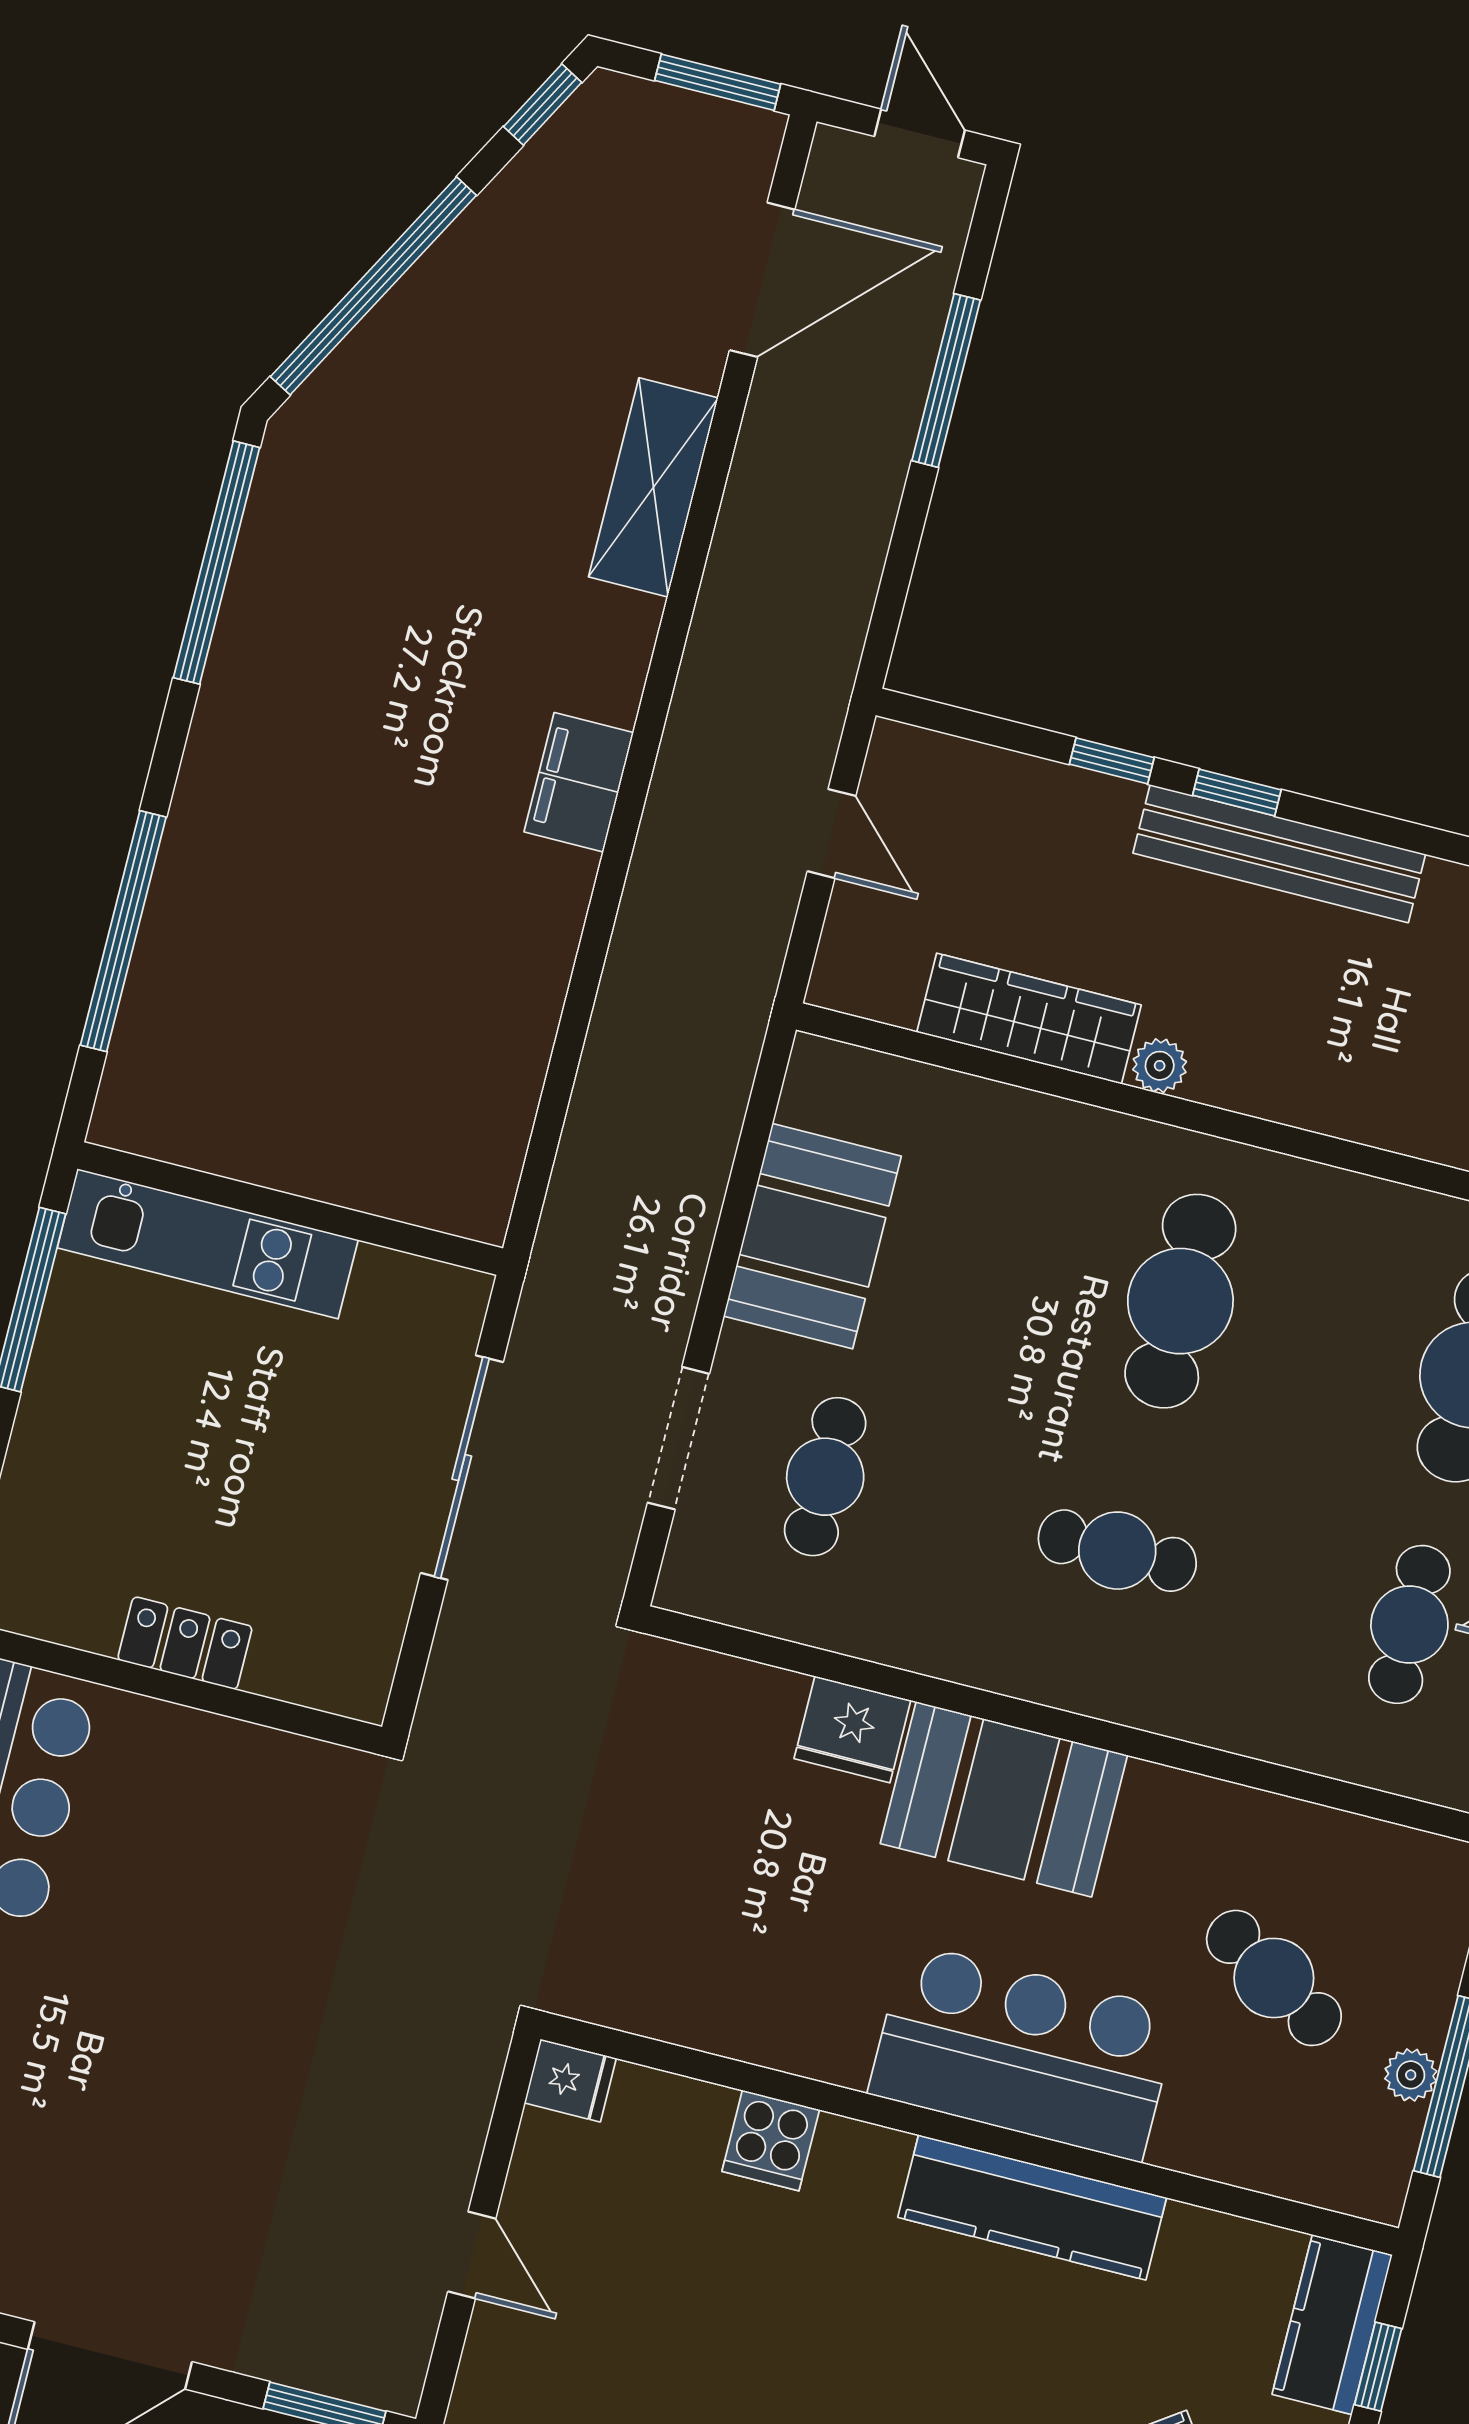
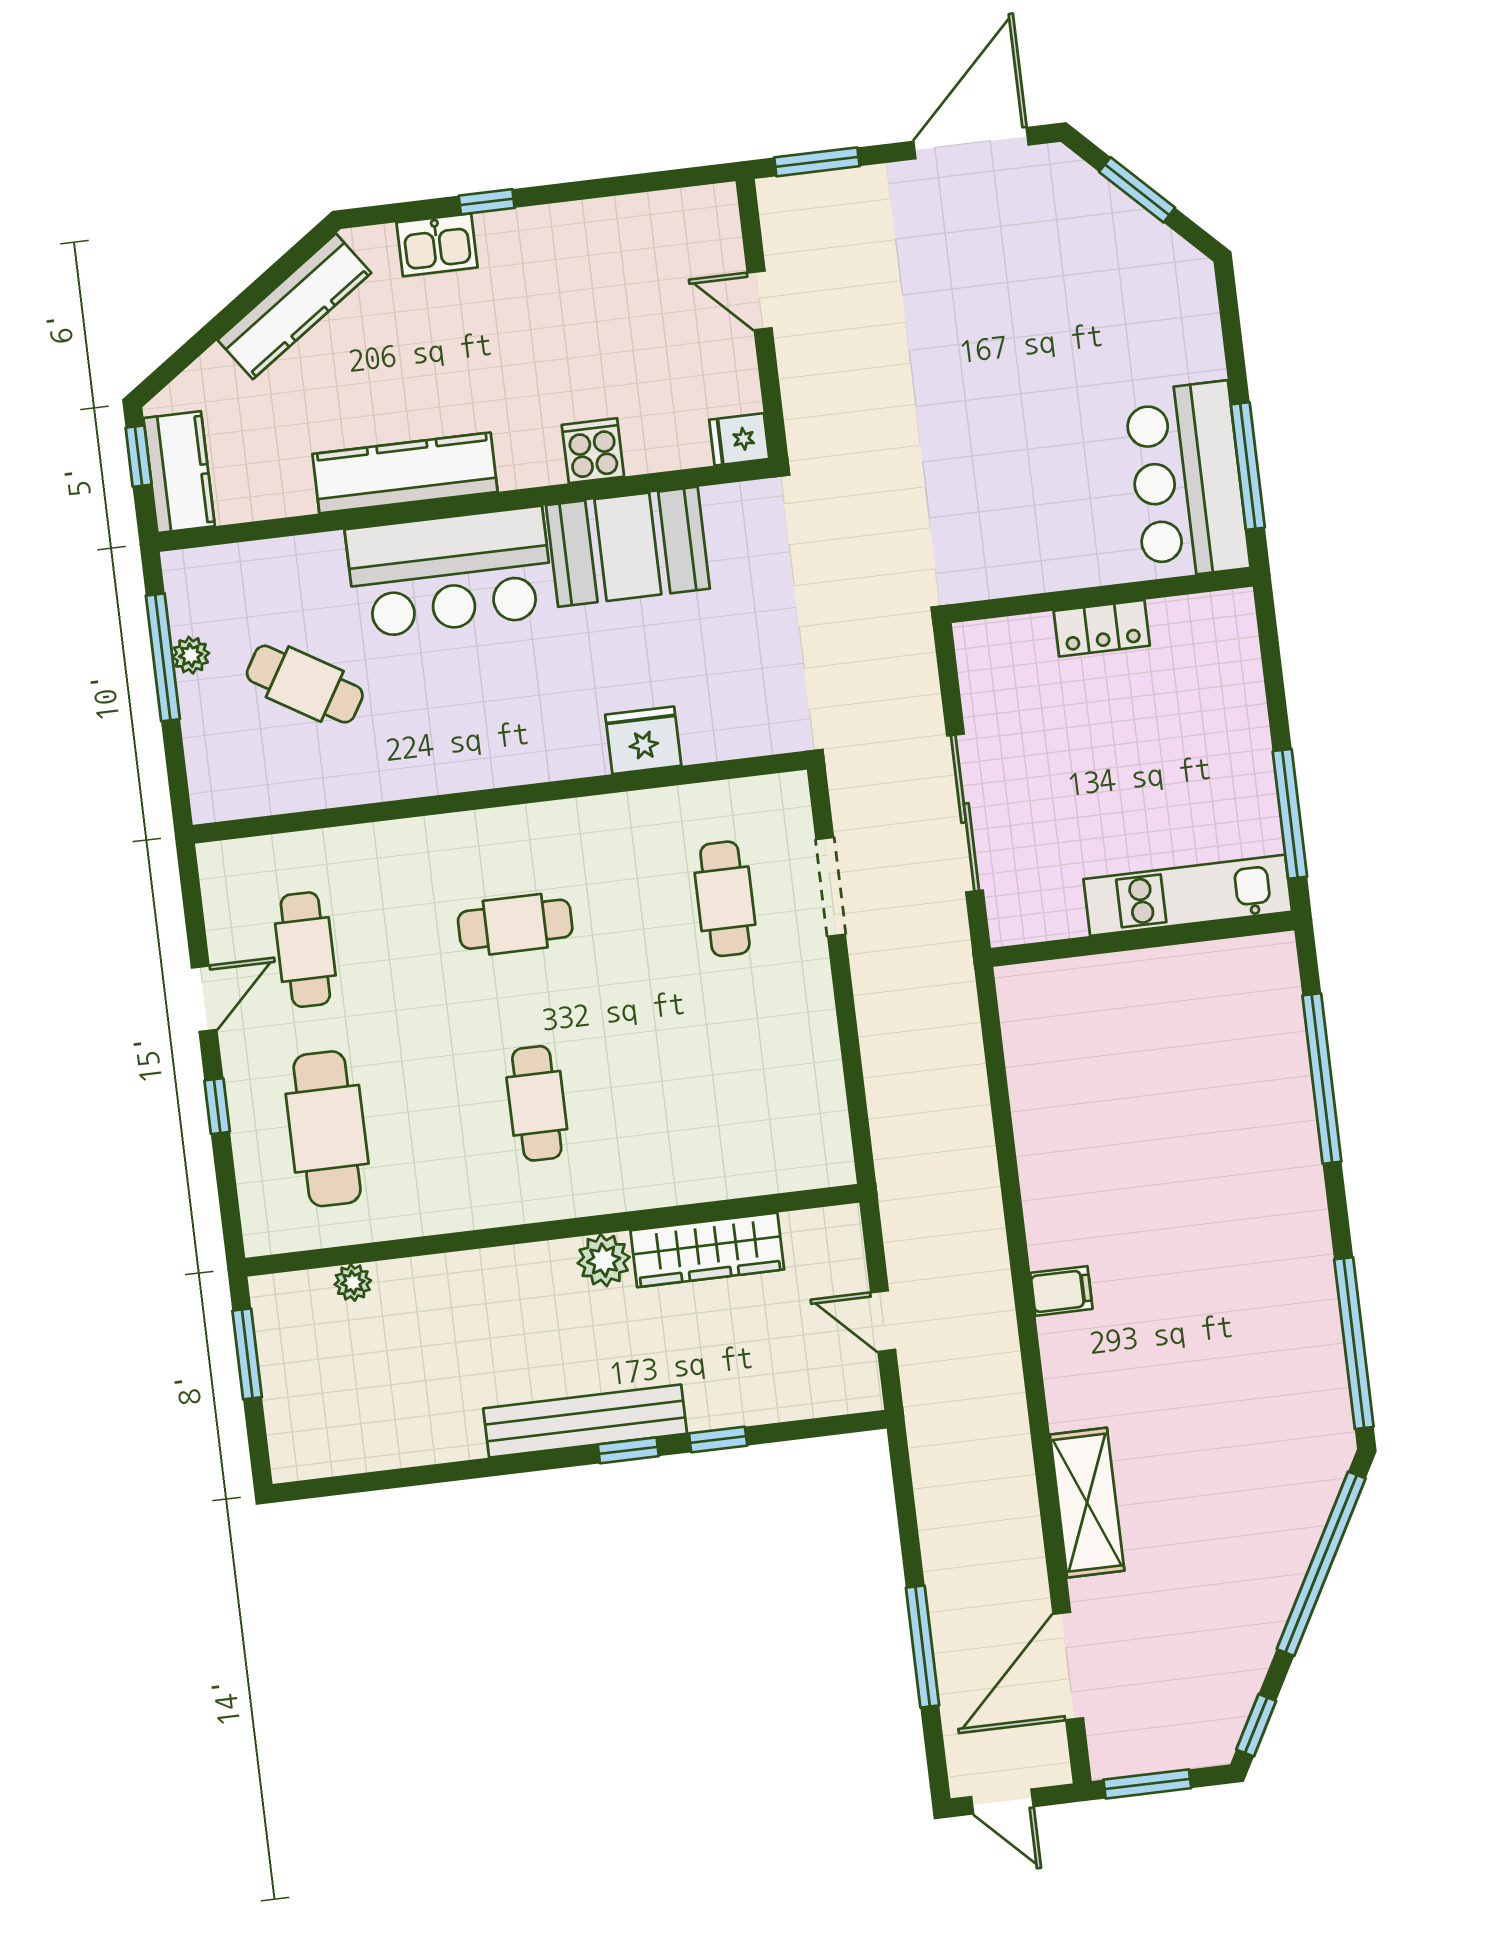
filing cabinet: (579, 782) -> (1061, 1291), width x0.50
plant: (1160, 1066) -> (604, 1260), width x1.38, depth x1.38
booth: (812, 1236) -> (794, 1053), removed
cafe table: (1180, 1301) -> (537, 1103), width x0.73, depth x0.74
booth: (1004, 1799) -> (628, 547), moved

